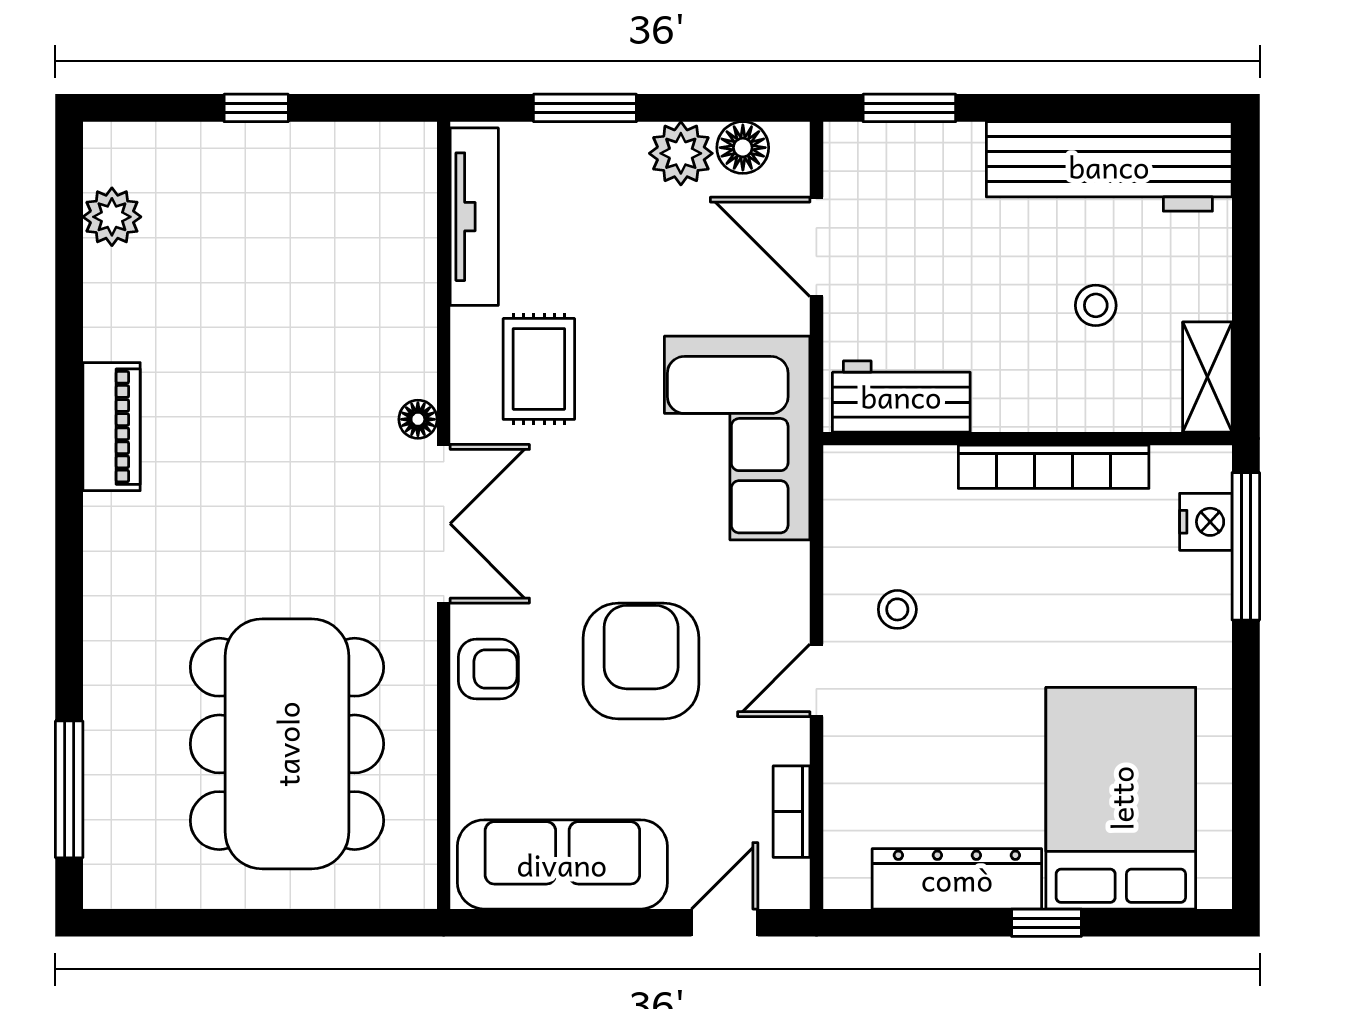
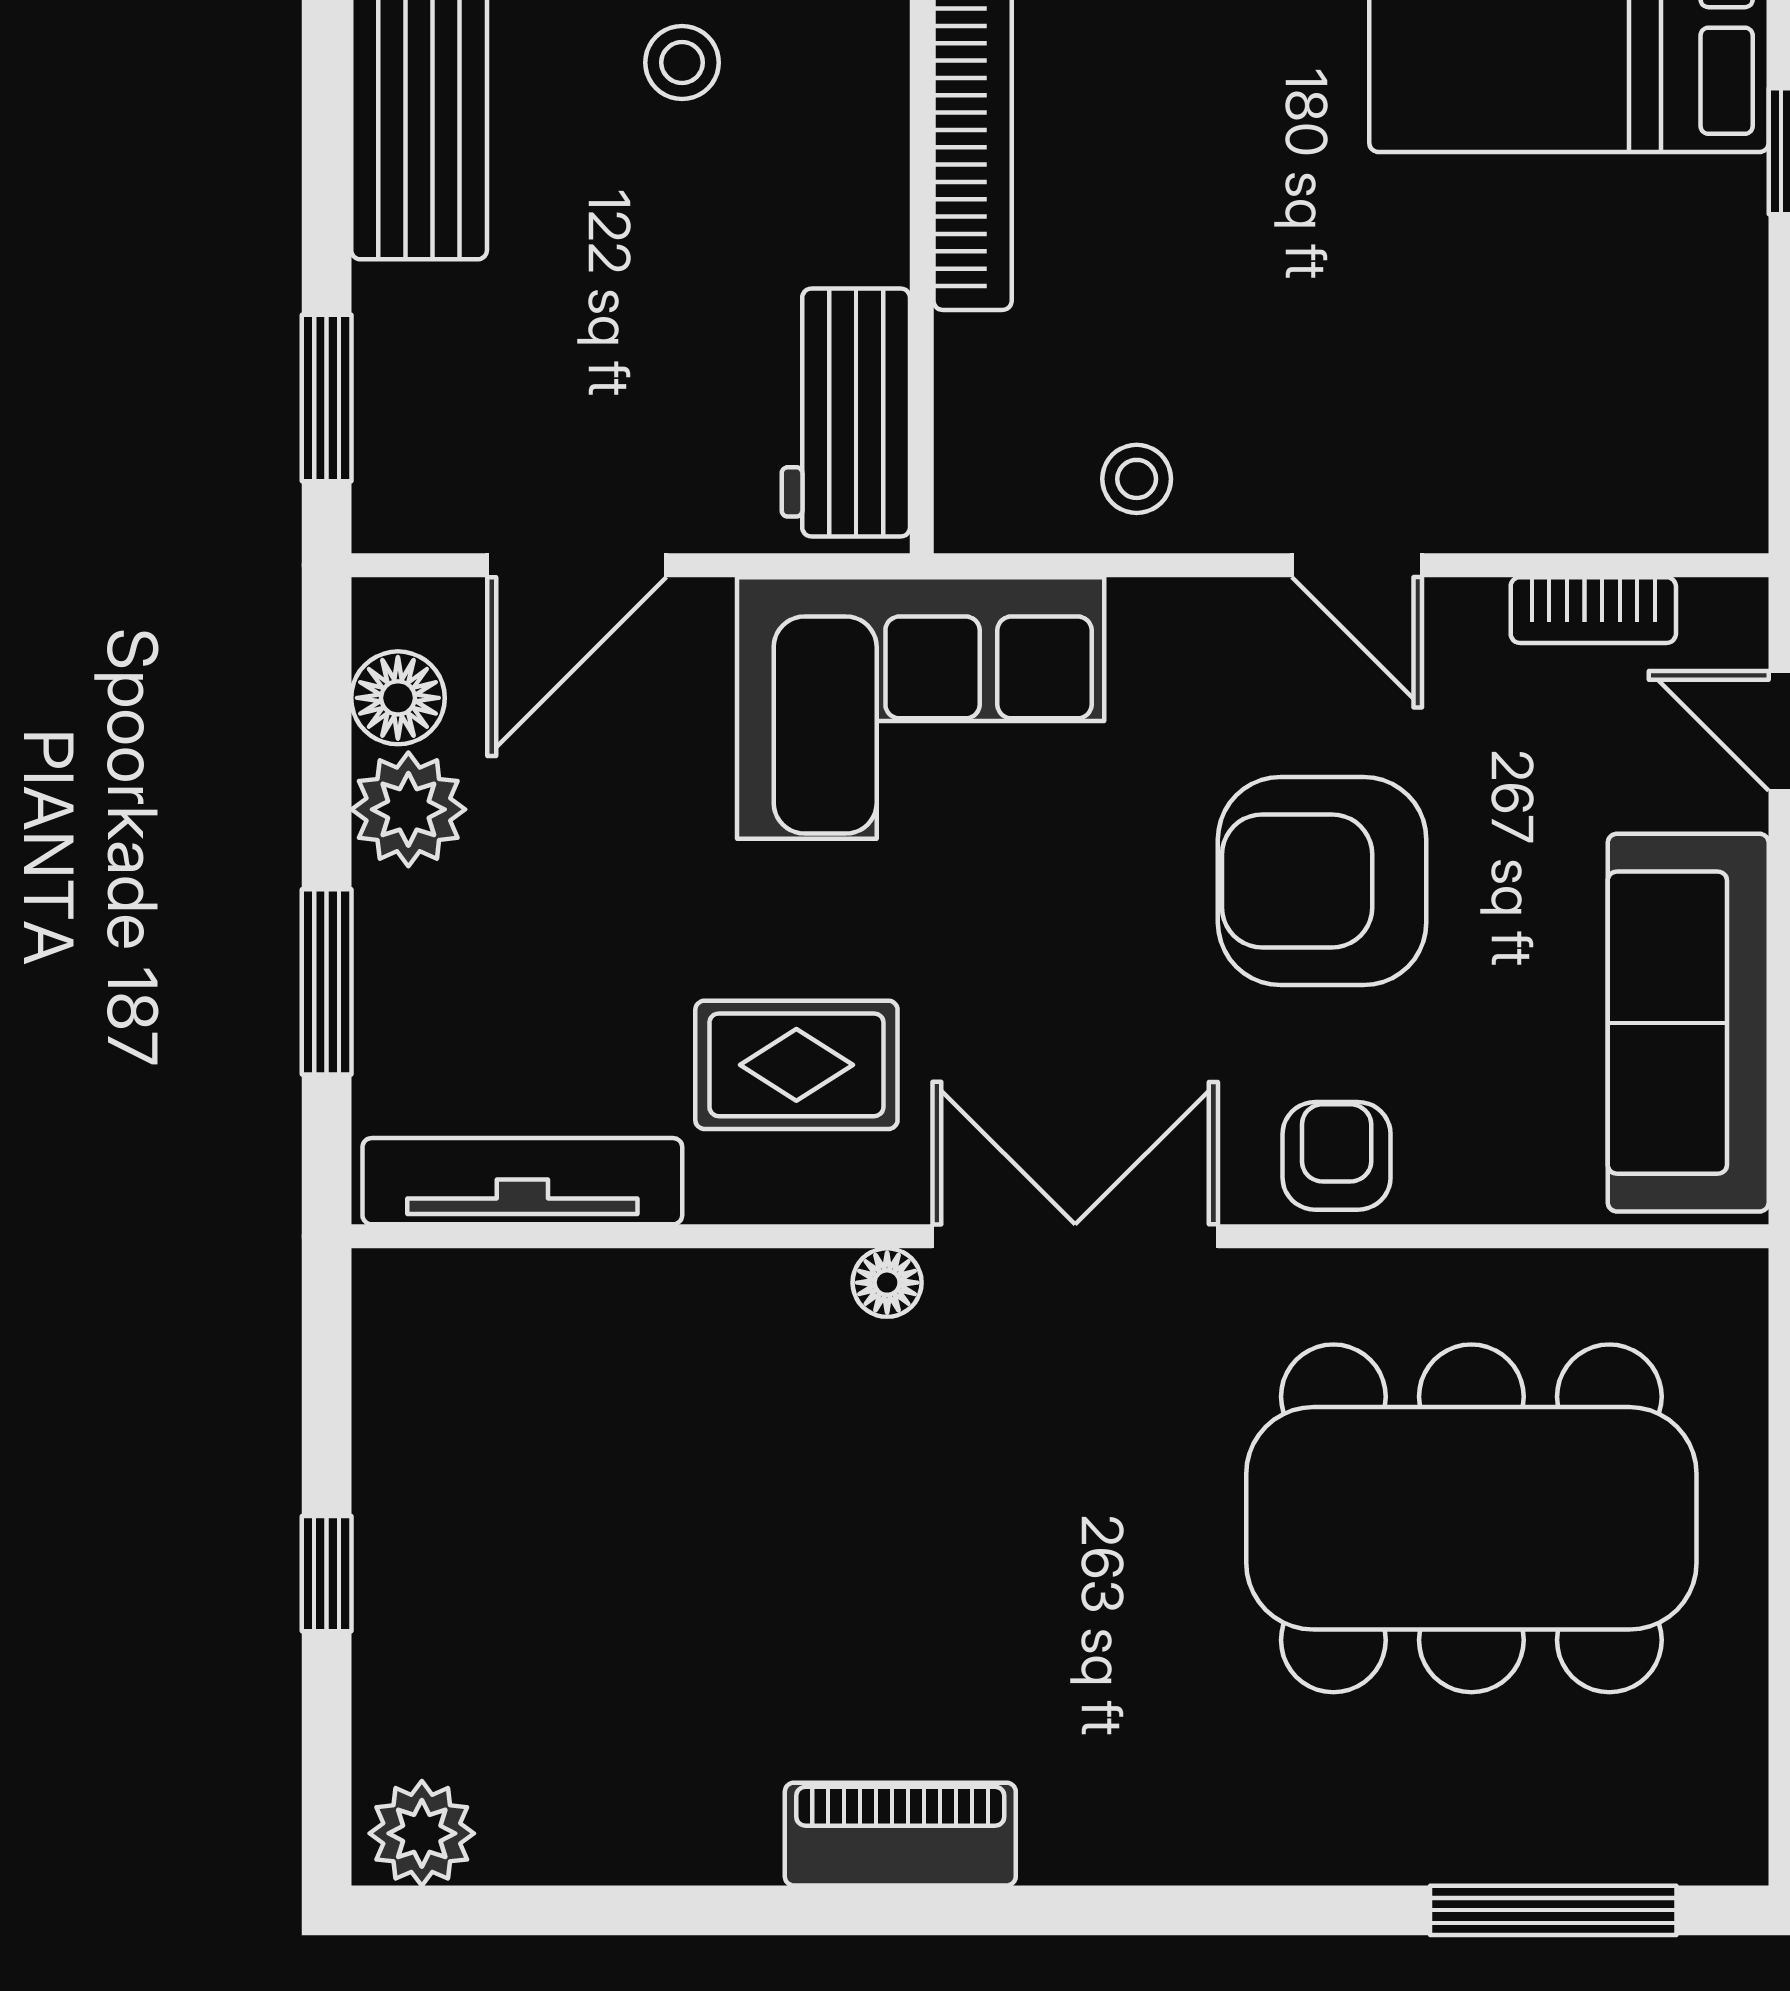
plant: (112, 217) -> (422, 1833), moved
stool: (897, 609) -> (1137, 479), moved
dresser: (957, 879) -> (1714, 313), removed

